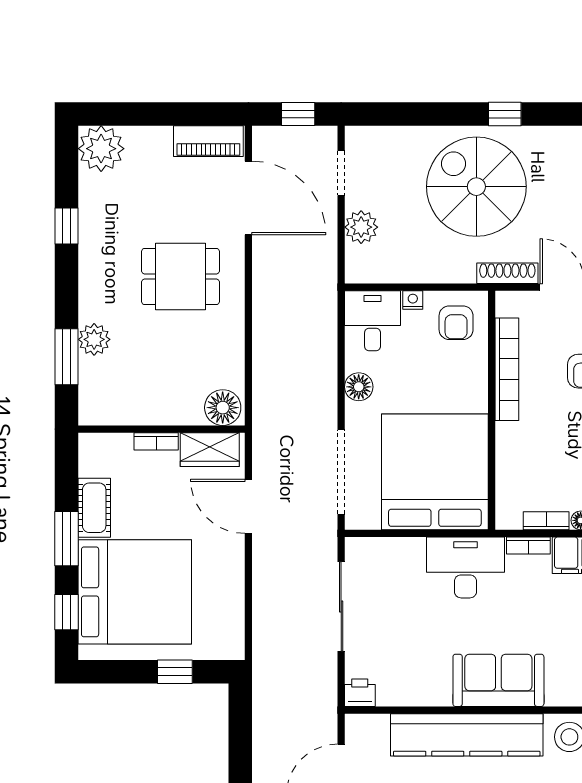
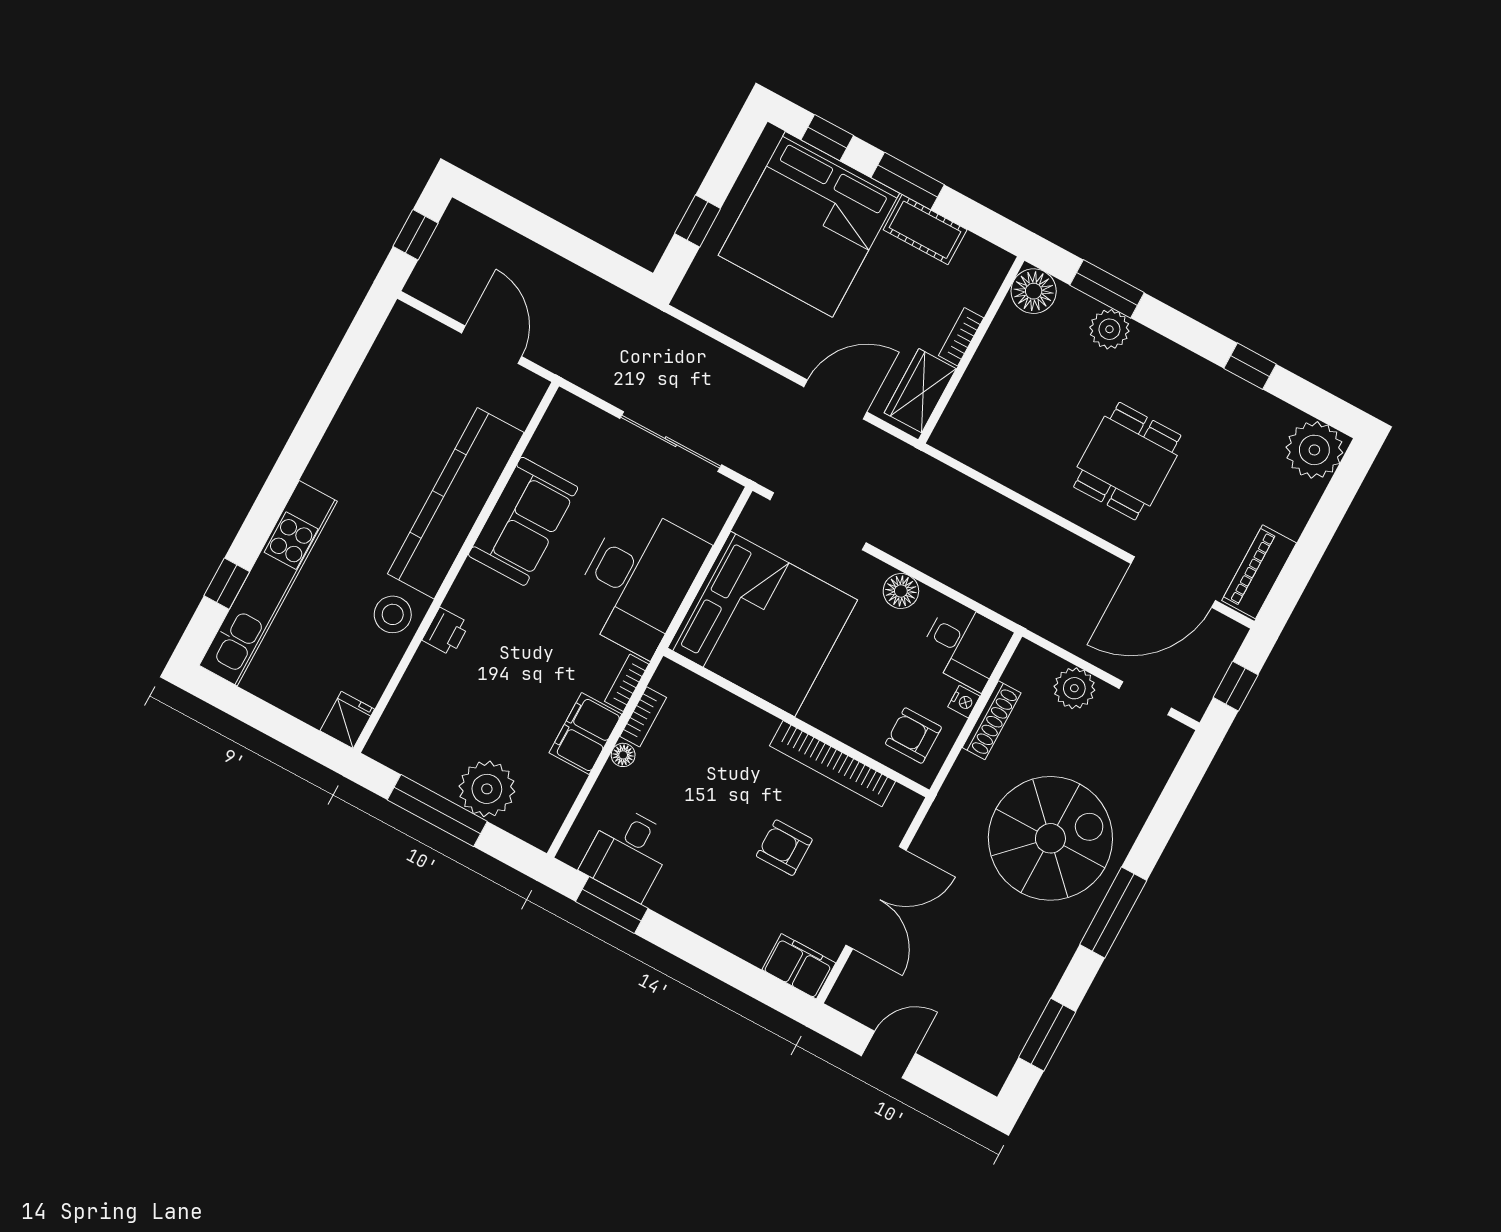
window: (505, 114) -> (1113, 912), width x2.17
shoe rack: (507, 273) -> (992, 720), moved
floor lamp: (223, 408) -> (1034, 291), moved
desk: (465, 567) -> (638, 580), width x1.36, depth x1.30
sofa: (498, 680) -> (523, 521), moved
printer: (360, 693) -> (446, 632), moved

